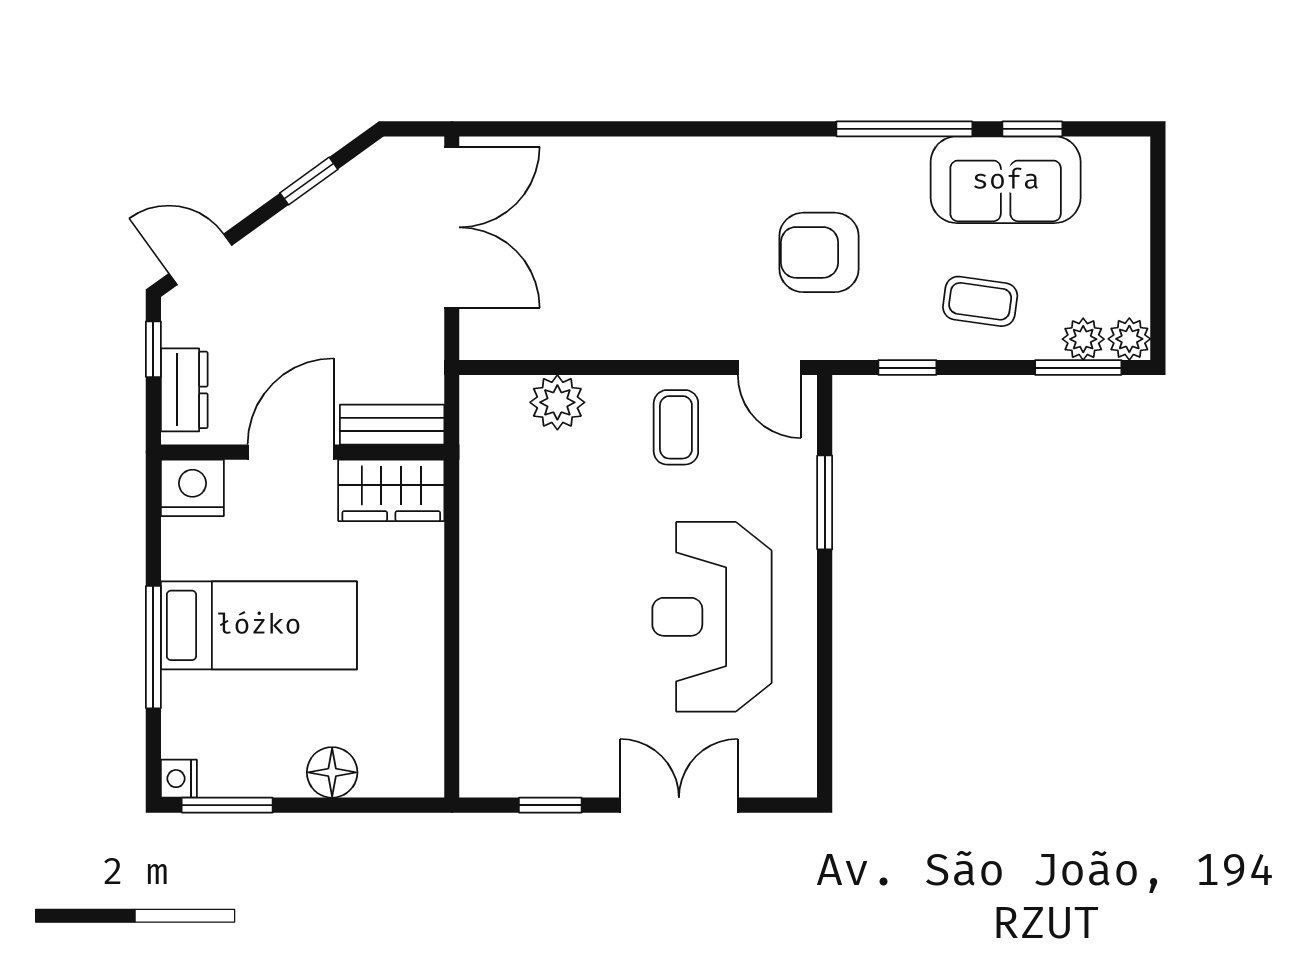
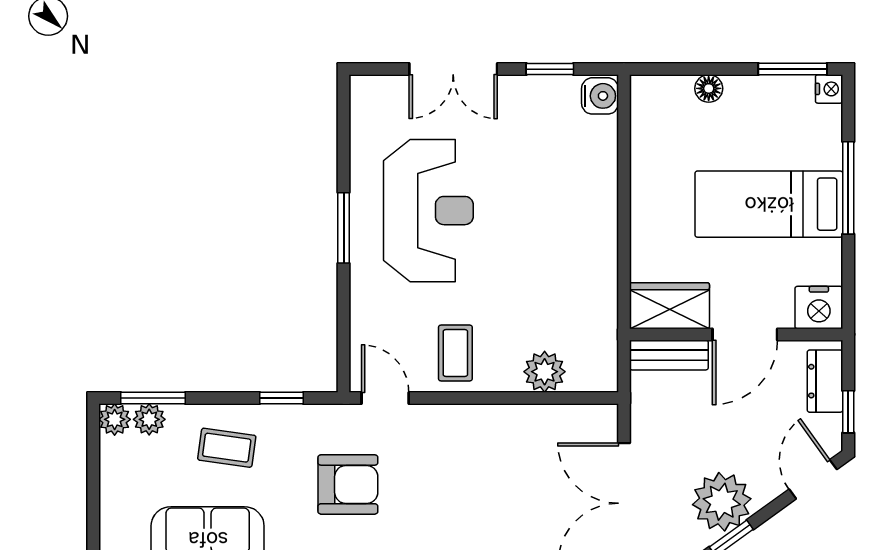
plant: (322, 229) -> (722, 502), added
door: (200, 259) -> (813, 479), swing flipped
window: (825, 502) -> (344, 228), moved
water cooler: (484, 769) -> (600, 96), added
floor lamp: (332, 772) -> (709, 88), width x0.73, depth x0.73

